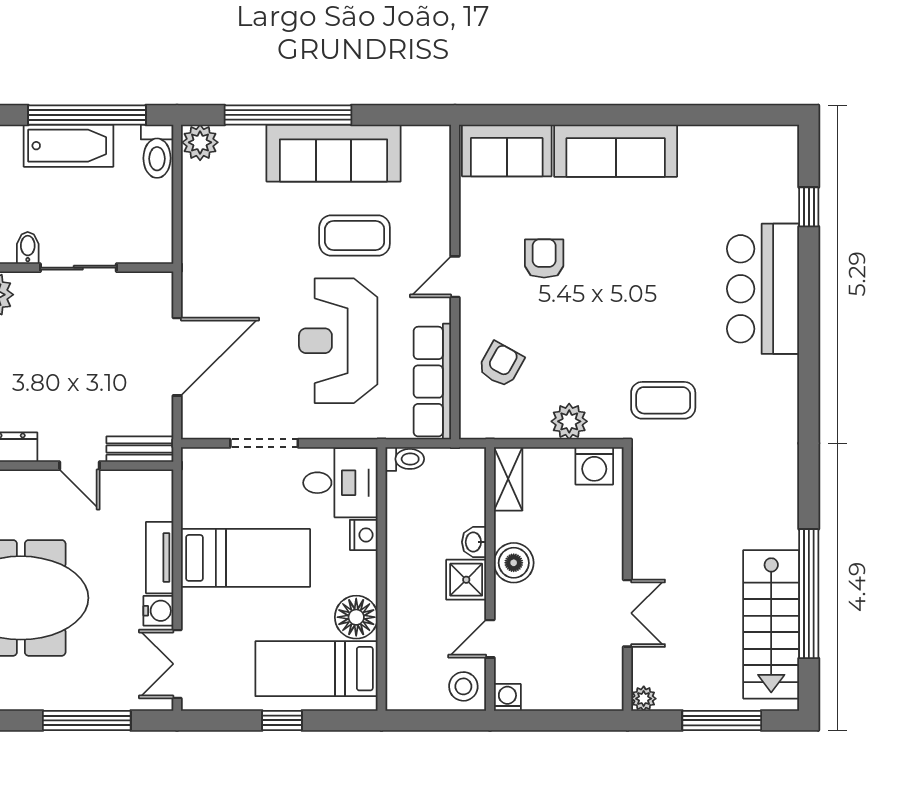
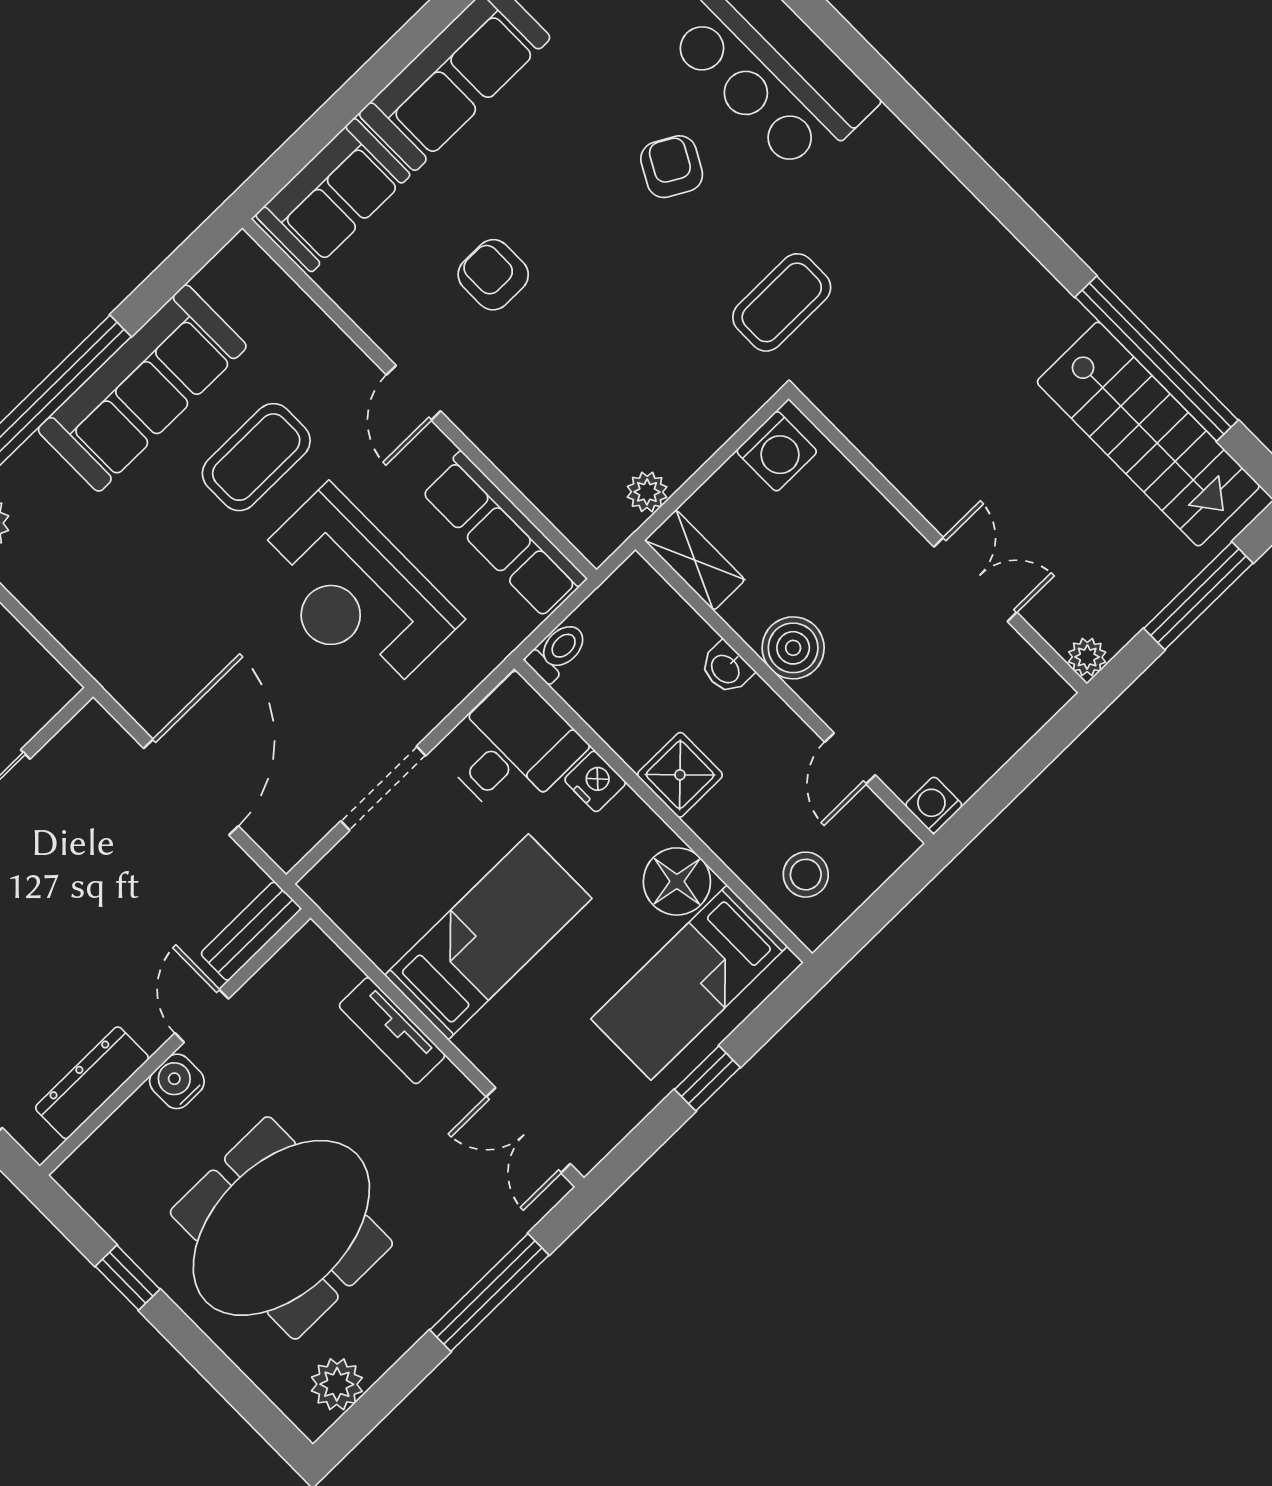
armchair: (501, 364) -> (672, 167), moved
plant: (569, 421) -> (647, 492), moved, width x0.73, depth x0.73
door: (80, 466) -> (202, 1016), swing flipped
shower: (466, 580) -> (680, 775), moved
water cooler: (158, 611) -> (177, 1081), moved, turned -90
stool: (463, 686) -> (806, 875), moved

